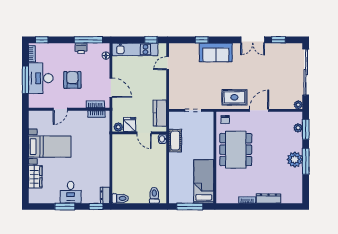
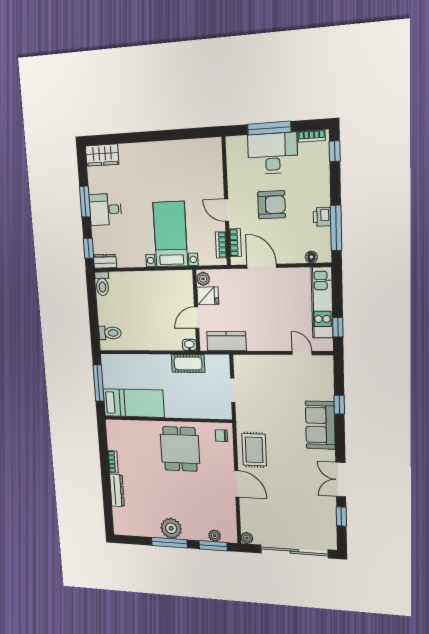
door: (111, 88) -> (262, 266), swing flipped
door: (60, 109) -> (227, 210), moved
bed with nightstands: (50, 147) -> (170, 234), moved, turned 180
dining table: (236, 150) -> (180, 449), width x0.73
wardrobe: (35, 177) -> (102, 155), moved

